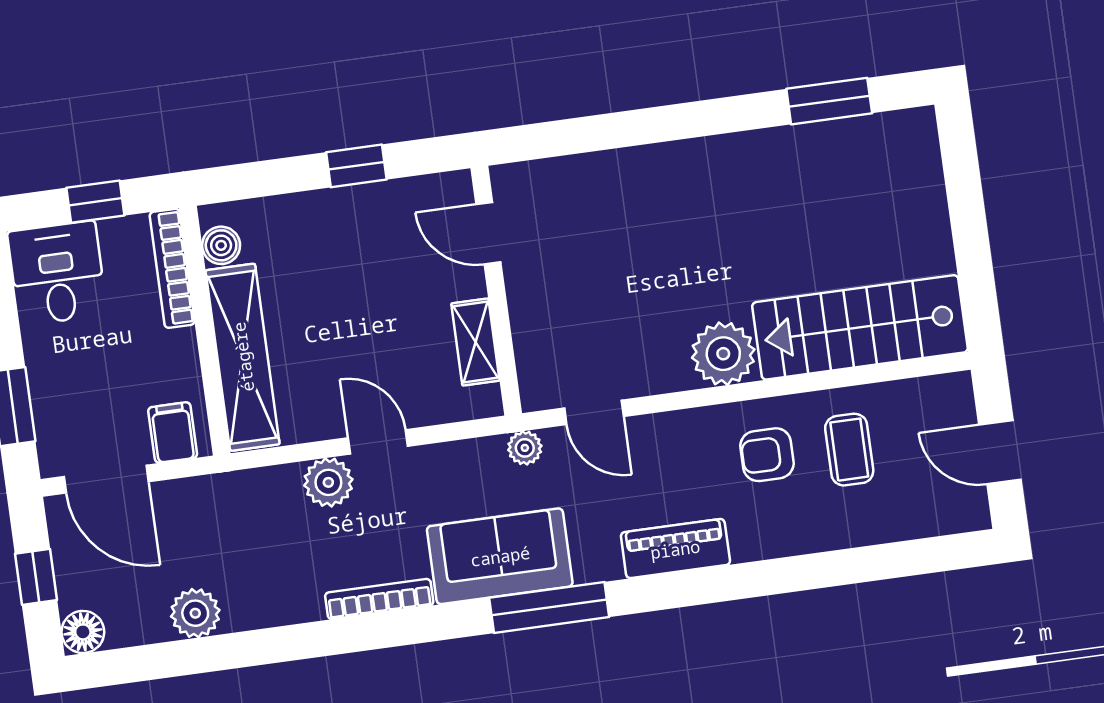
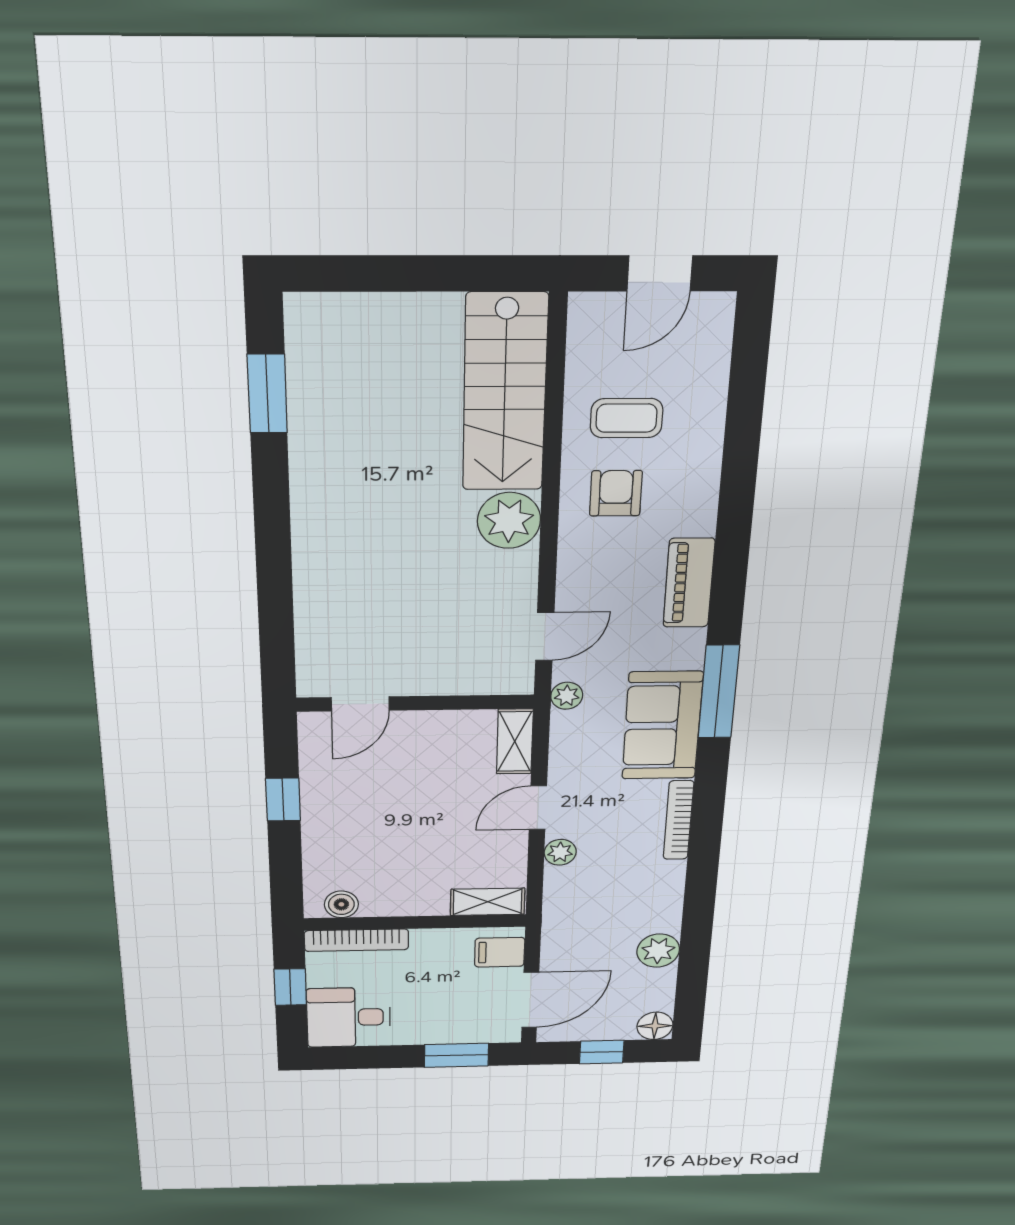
shelving: (475, 342) -> (515, 742), moved, turned 90
shelving: (243, 357) -> (488, 902), width x0.45, depth x0.75
armchair: (767, 455) -> (616, 493), turned 180
plant: (328, 482) -> (560, 852), width x0.73, depth x0.73

